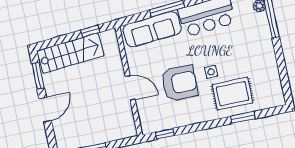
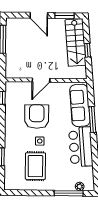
window: (90, 31) -> (88, 50), moved
armchair: (180, 83) -> (37, 117), turned 180
rug: (232, 94) -> (35, 166), moved

